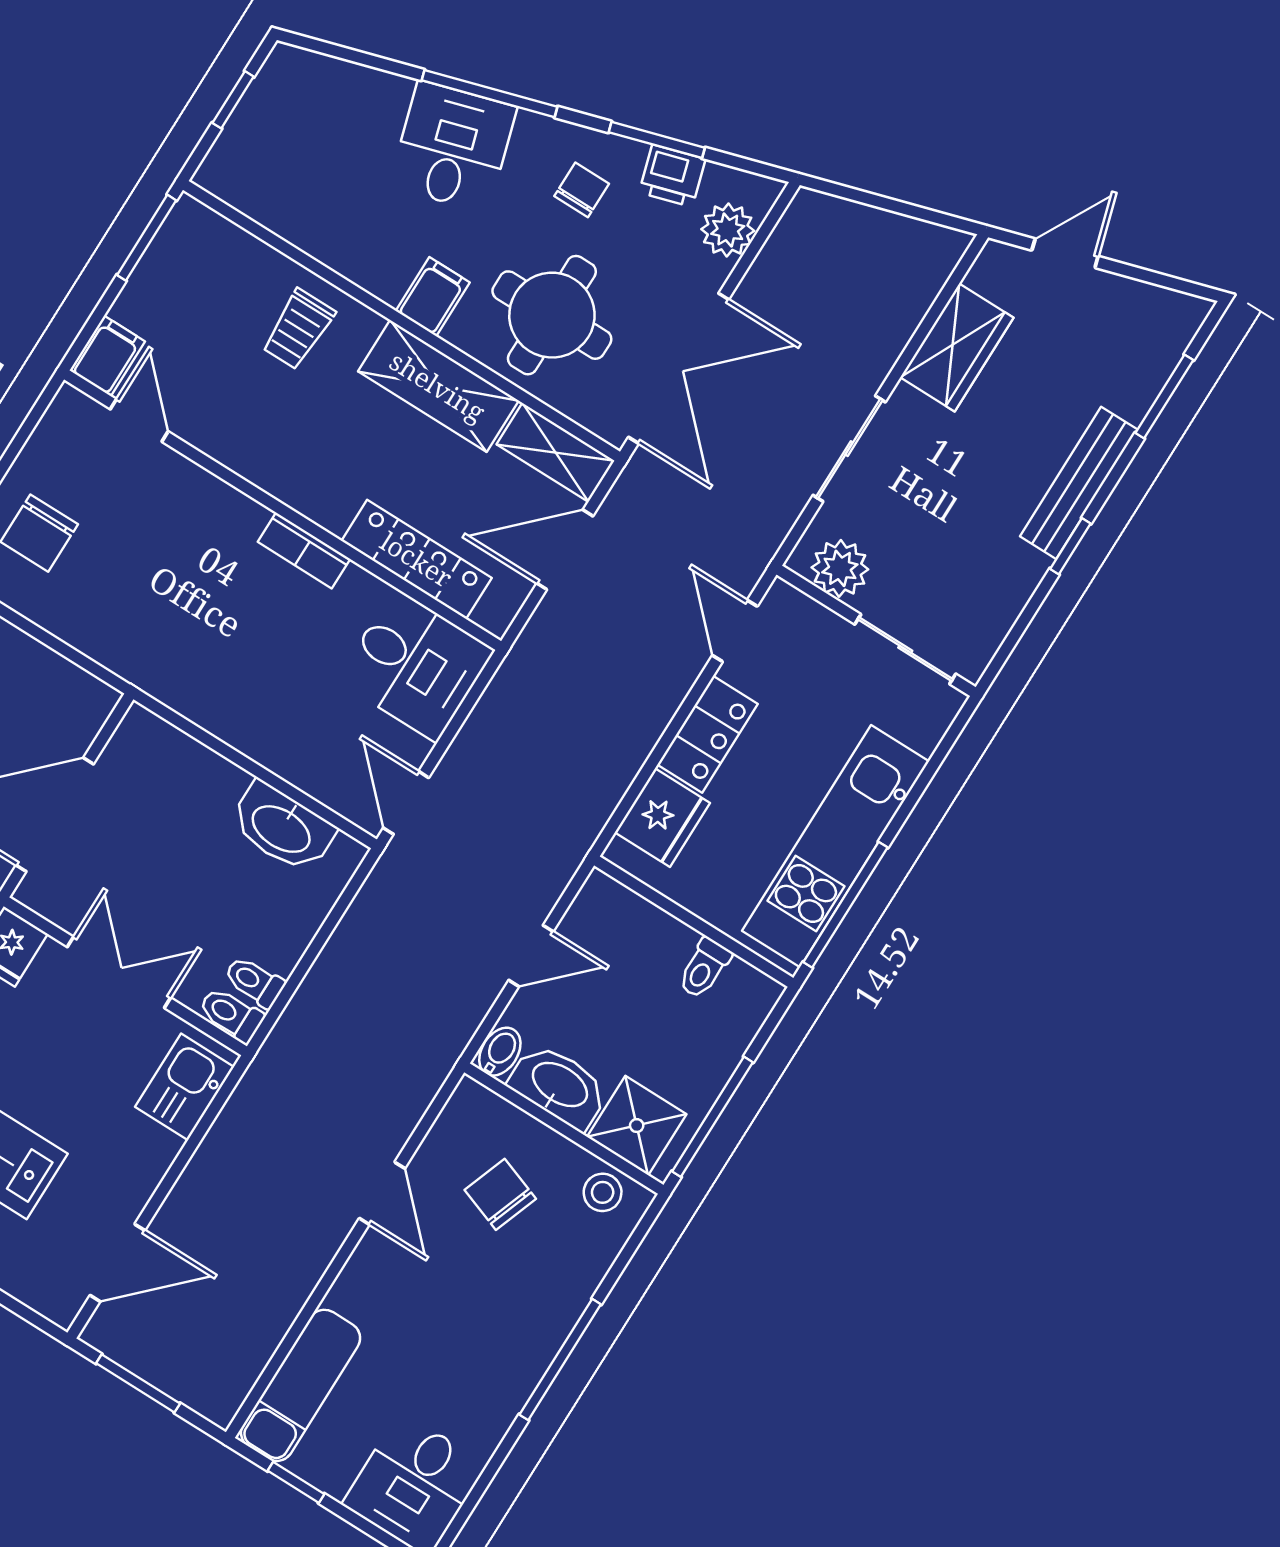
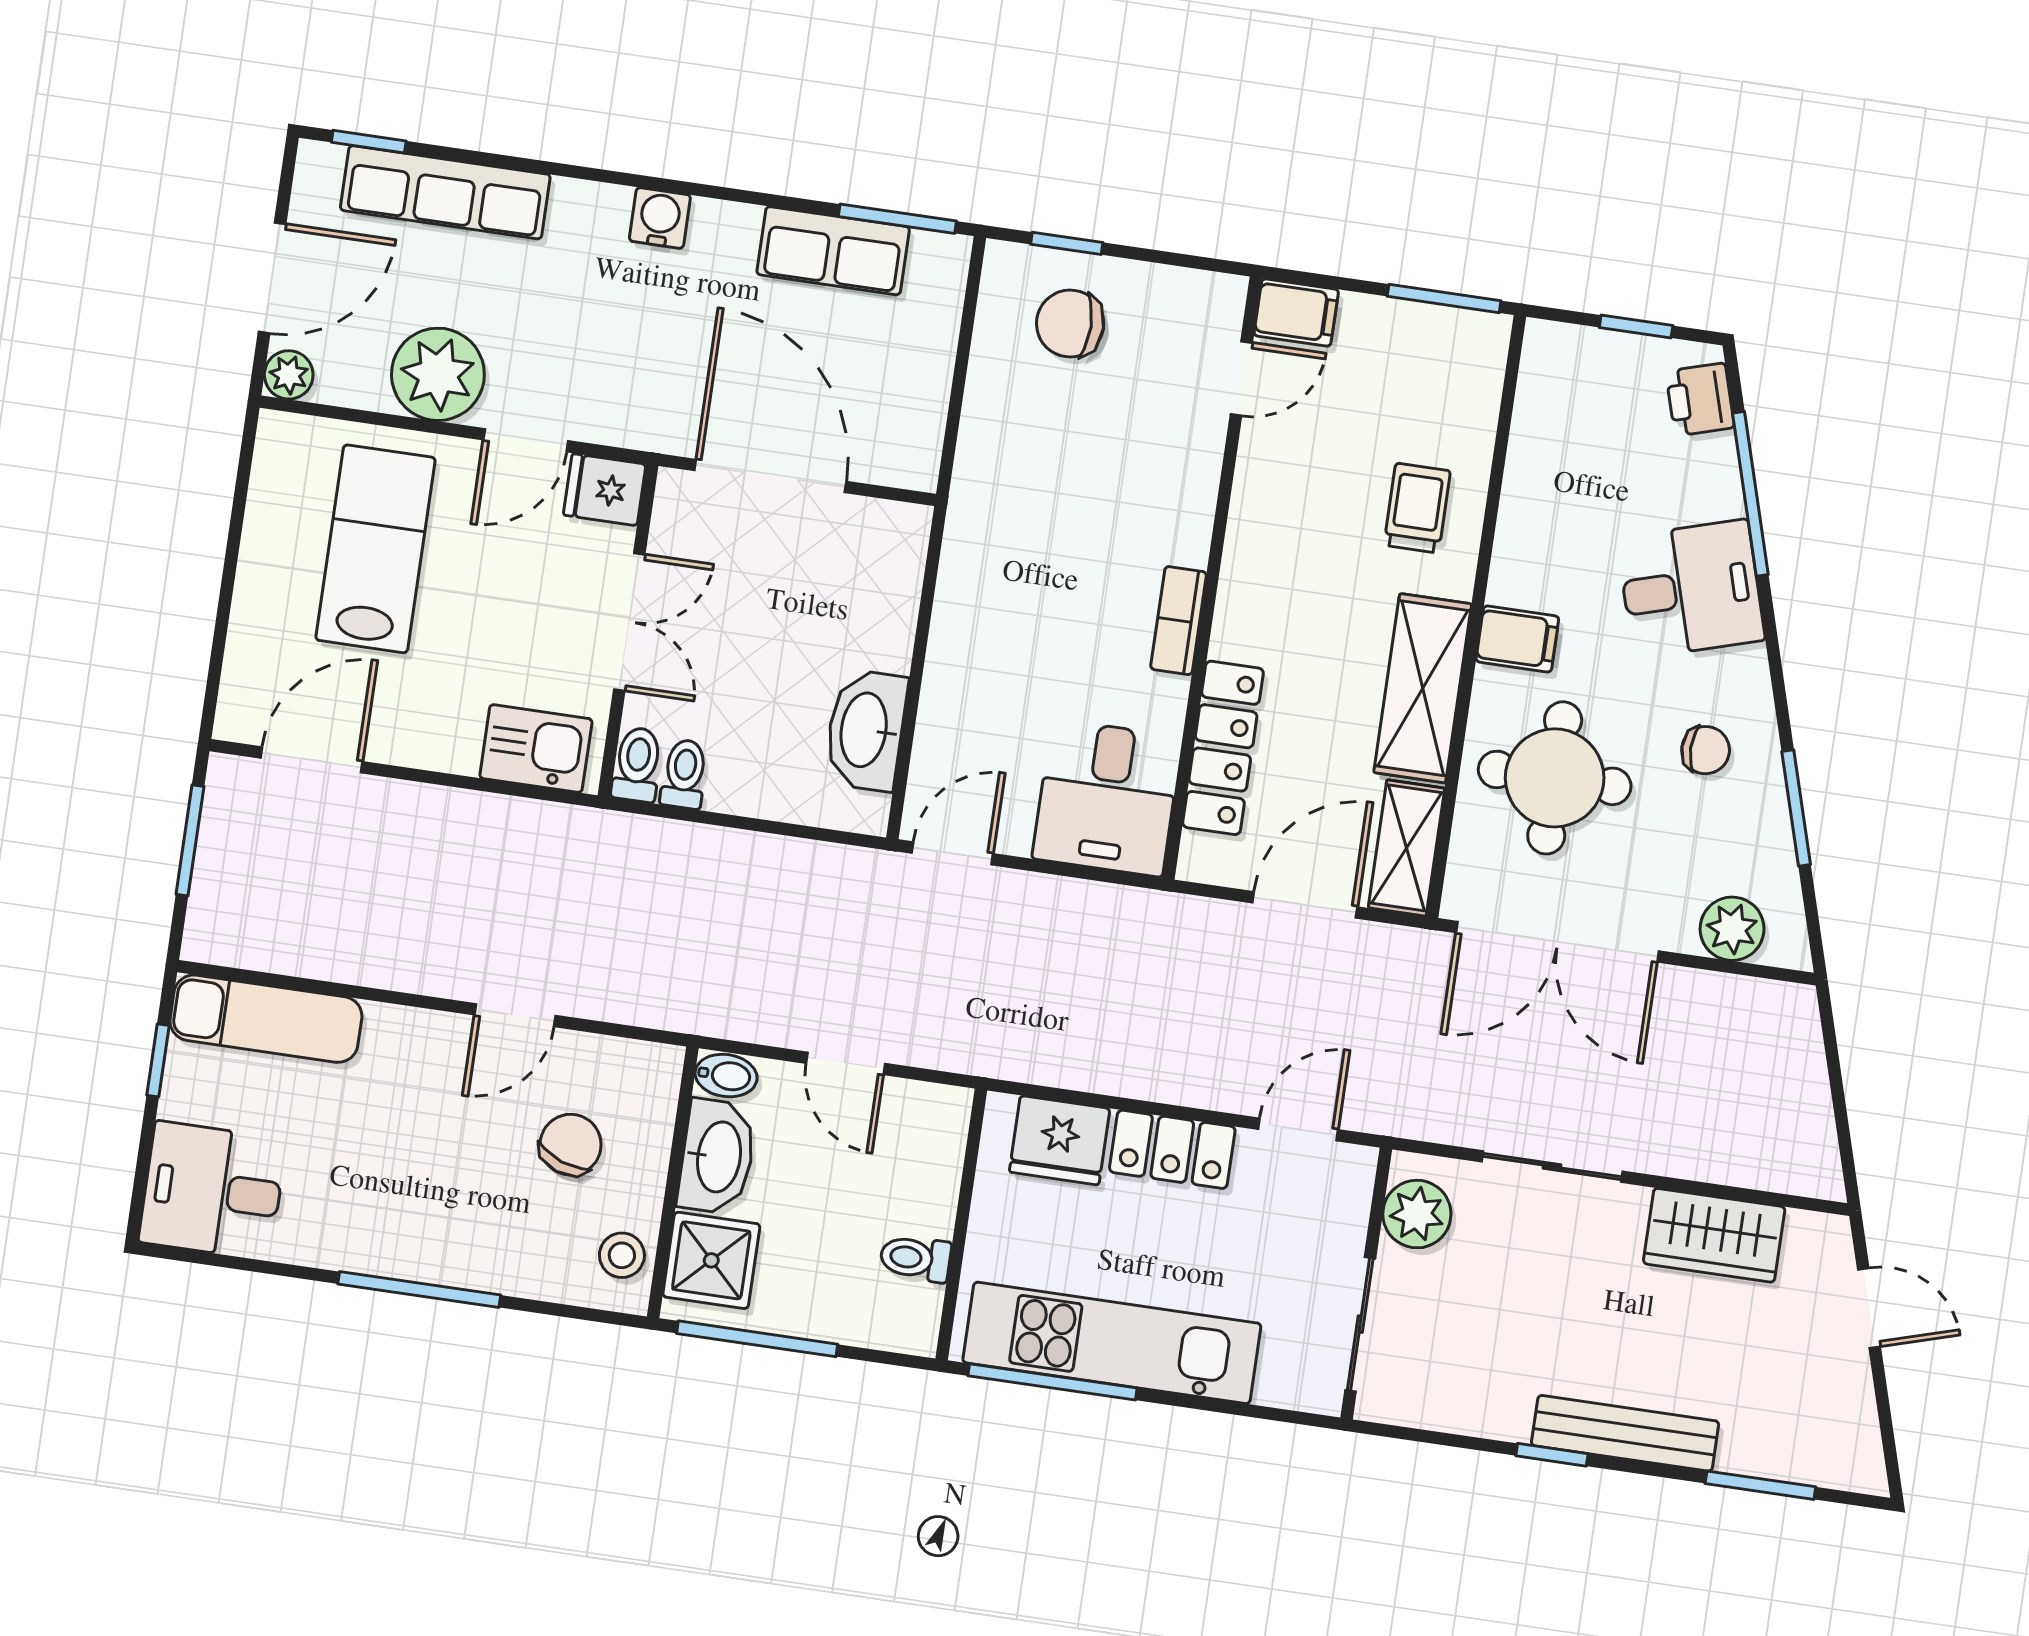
window: (489, 94) -> (1750, 494), moved
printer: (672, 176) -> (1700, 399), moved
trolley: (298, 329) -> (1417, 508), turned 90
door: (565, 550) -> (1305, 905), hinge flipped
door: (117, 1263) -> (312, 760), swing flipped

